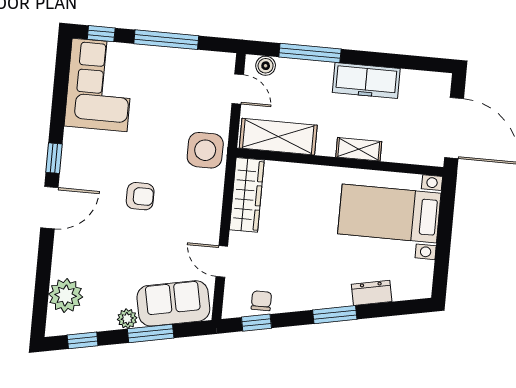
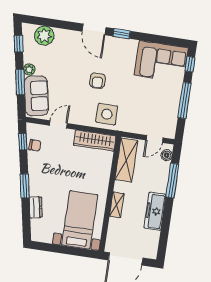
side table: (205, 150) -> (107, 114), moved

